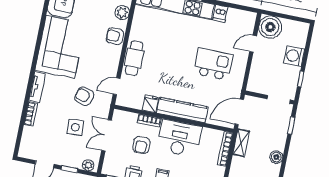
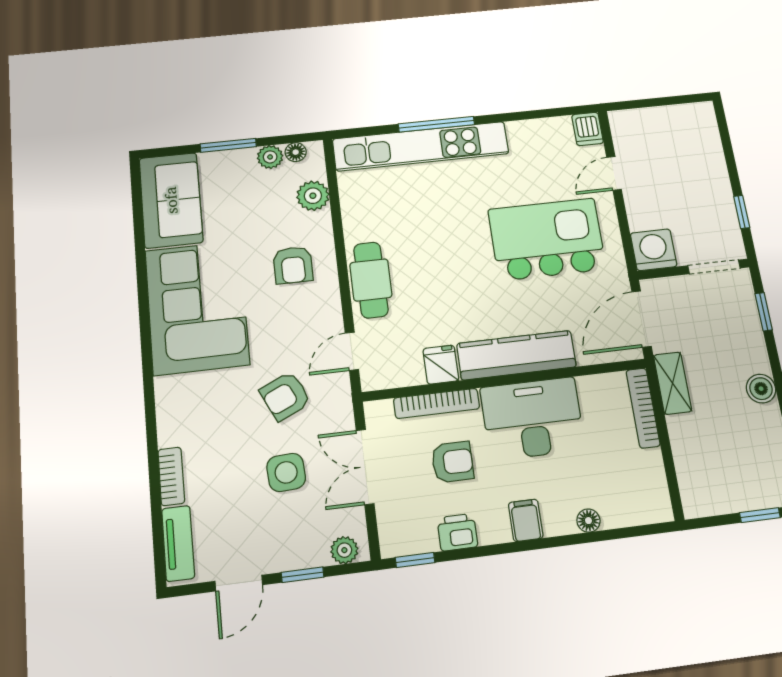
dishwasher: (220, 13) -> (588, 129), moved
boiler: (270, 27) -> (636, 131), removed
armchair: (115, 36) -> (293, 265), moved, turned -90
washing machine: (294, 56) -> (654, 250), moved, turned 90
kitchen island: (213, 64) -> (547, 239), width x1.37, depth x1.28
tv unit: (37, 87) -> (178, 543), moved
armchair: (84, 96) -> (285, 396), turned -42
bookcase: (149, 121) -> (437, 403), width x1.56
armchair: (141, 145) -> (452, 462), turned -90

